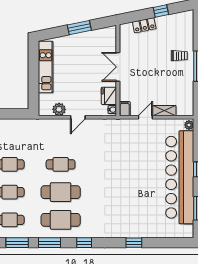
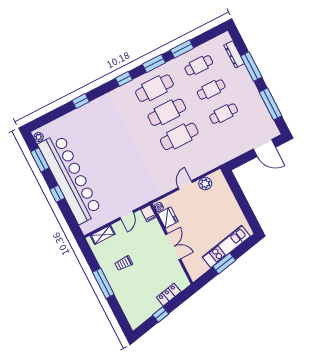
trolley: (179, 56) -> (124, 263), moved
kitchen unit: (46, 67) -> (226, 247), moved, turned 78
shelving: (164, 111) -> (103, 235), moved
plant: (189, 125) -> (39, 137), moved
cafe table: (61, 164) -> (179, 136), width x1.37, depth x1.35

